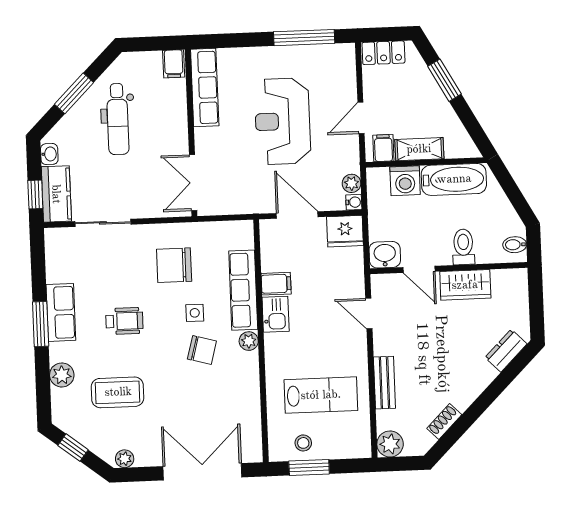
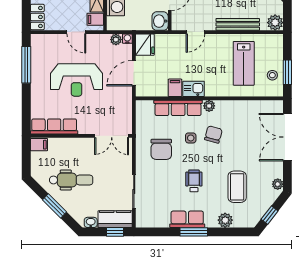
bench: (384, 383) -> (238, 24), width x1.36
lab bench: (321, 395) -> (244, 63), turned 180

